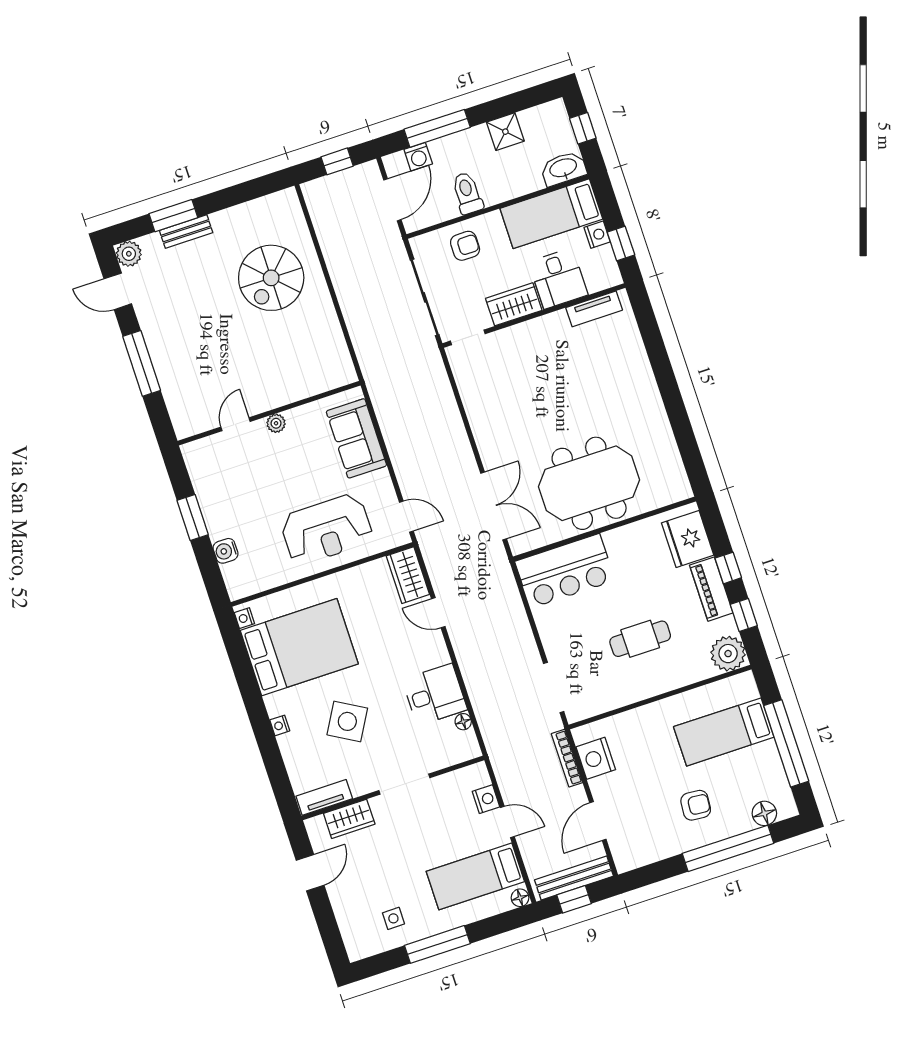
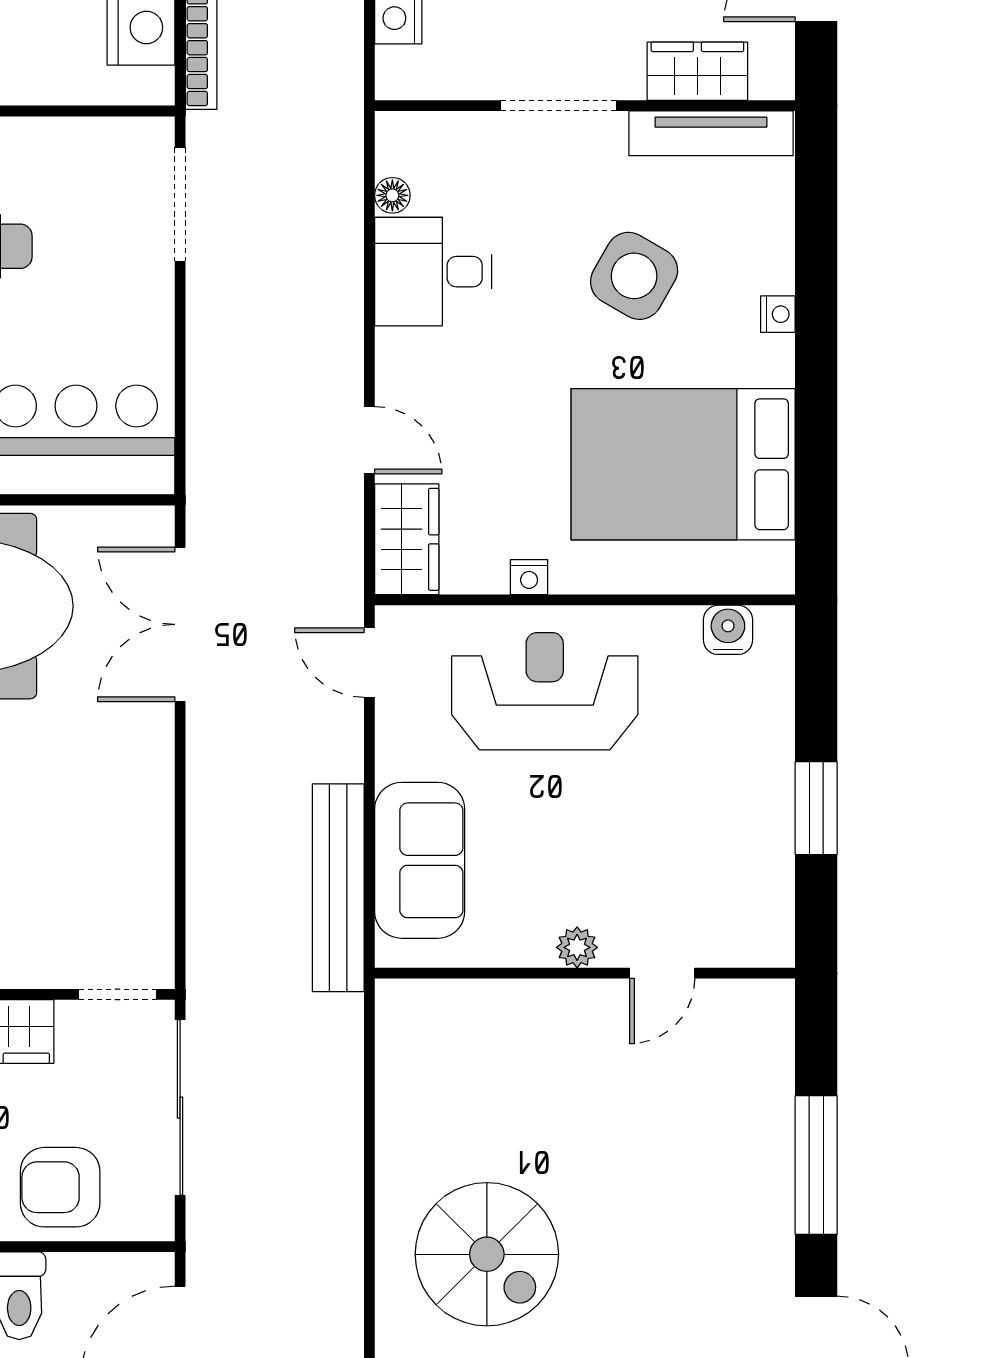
armchair: (465, 246) -> (60, 1187), width x1.38, depth x1.38
spiral stairs: (271, 278) -> (487, 1254), turned 90
bench: (388, 415) -> (338, 888), added
water cooler: (226, 551) -> (728, 630), moved, turned -90
nightstand: (244, 618) -> (529, 577), moved, turned 90
tv unit: (324, 797) -> (711, 133), width x1.41

